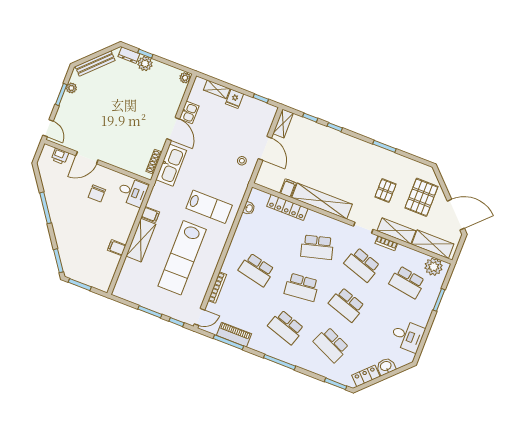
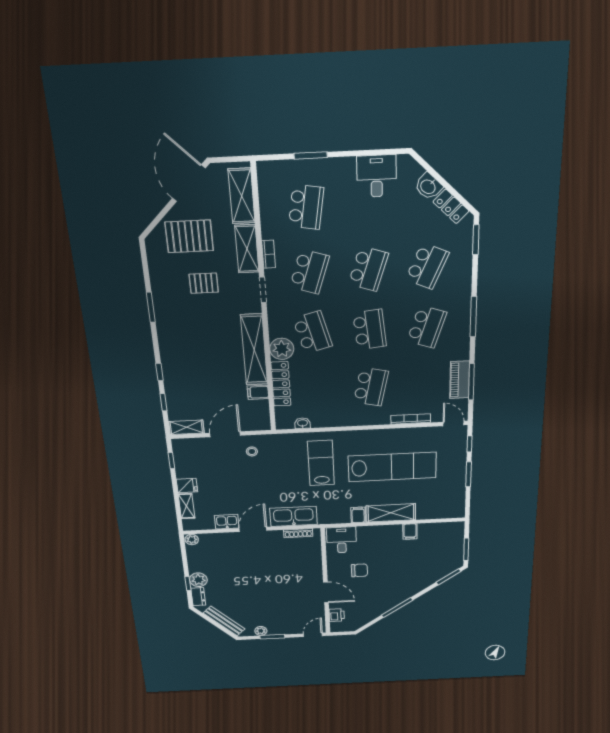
plant: (434, 267) -> (282, 349), moved

